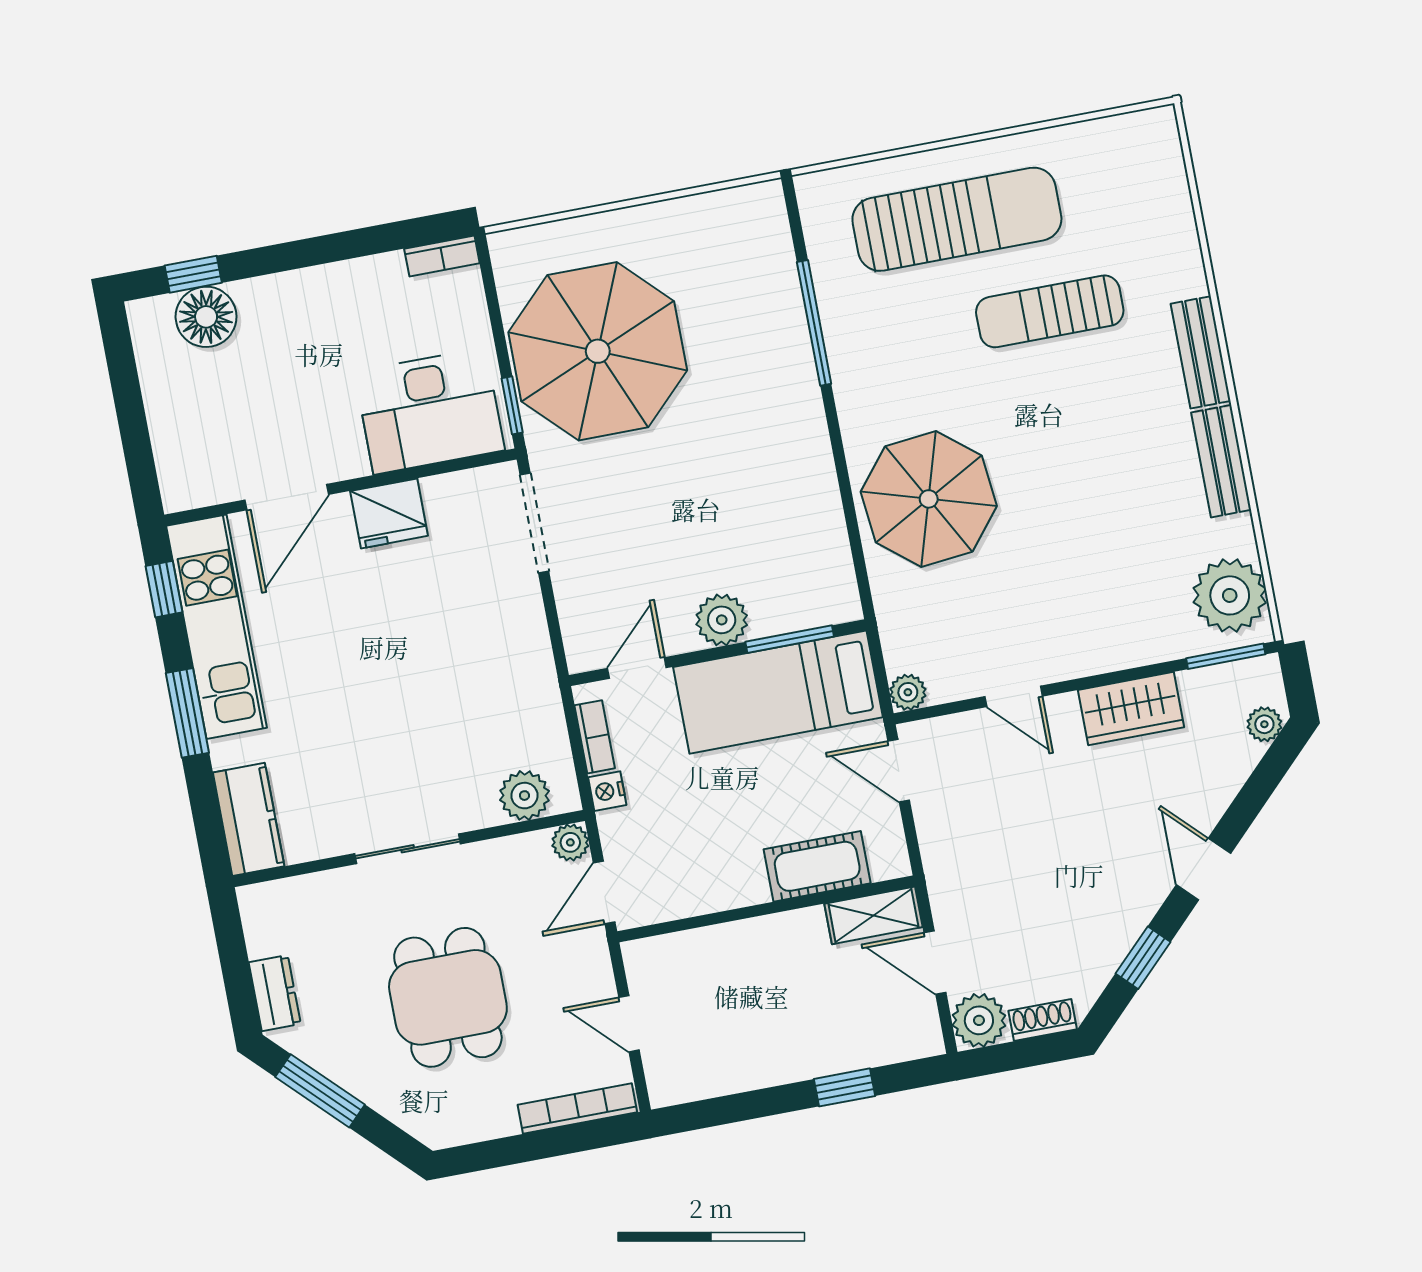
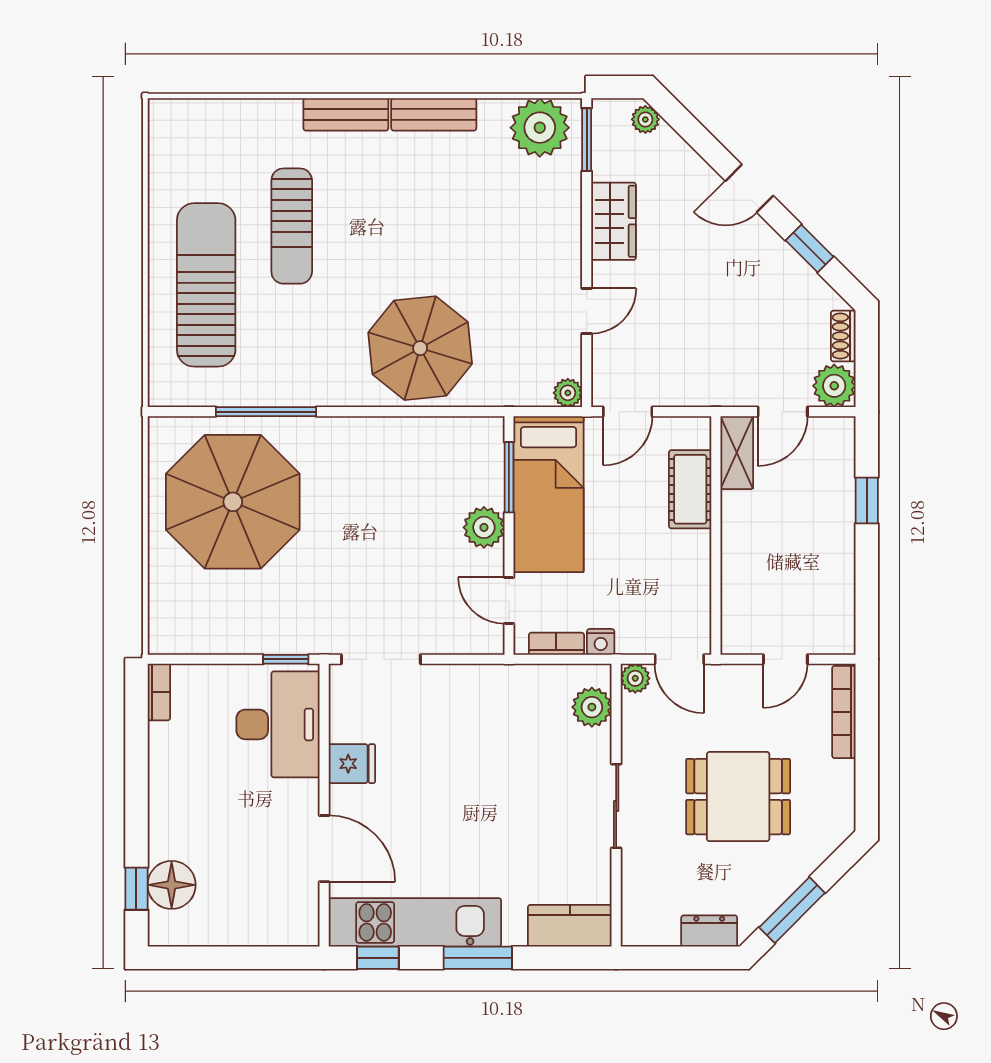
parasol: (598, 351) -> (233, 502), moved
fridge: (389, 513) -> (352, 764), width x0.72

